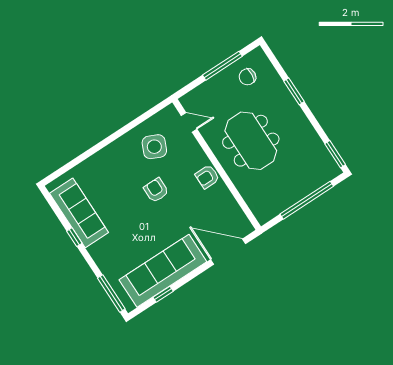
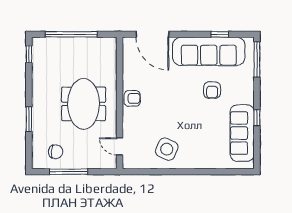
side table: (154, 147) -> (167, 149), moved
window: (335, 154) -> (29, 54), width x0.67
armchair: (156, 190) -> (212, 90), moved

